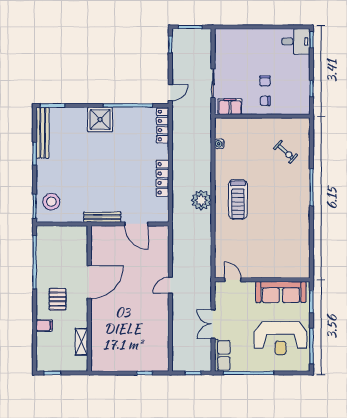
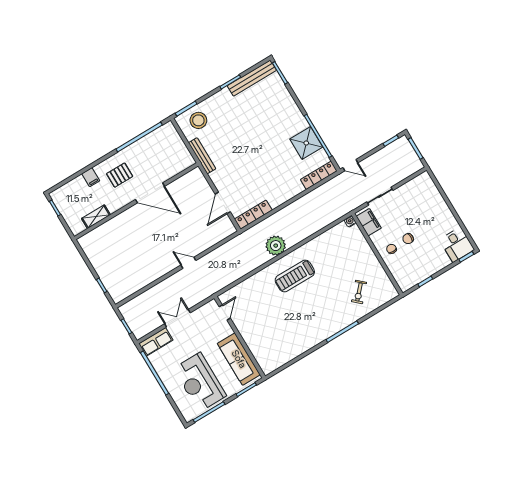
shower: (100, 119) -> (306, 143), moved
water cooler: (219, 144) -> (350, 221), moved
locker: (162, 178) -> (253, 215), moved
bench: (102, 217) -> (202, 156), moved

